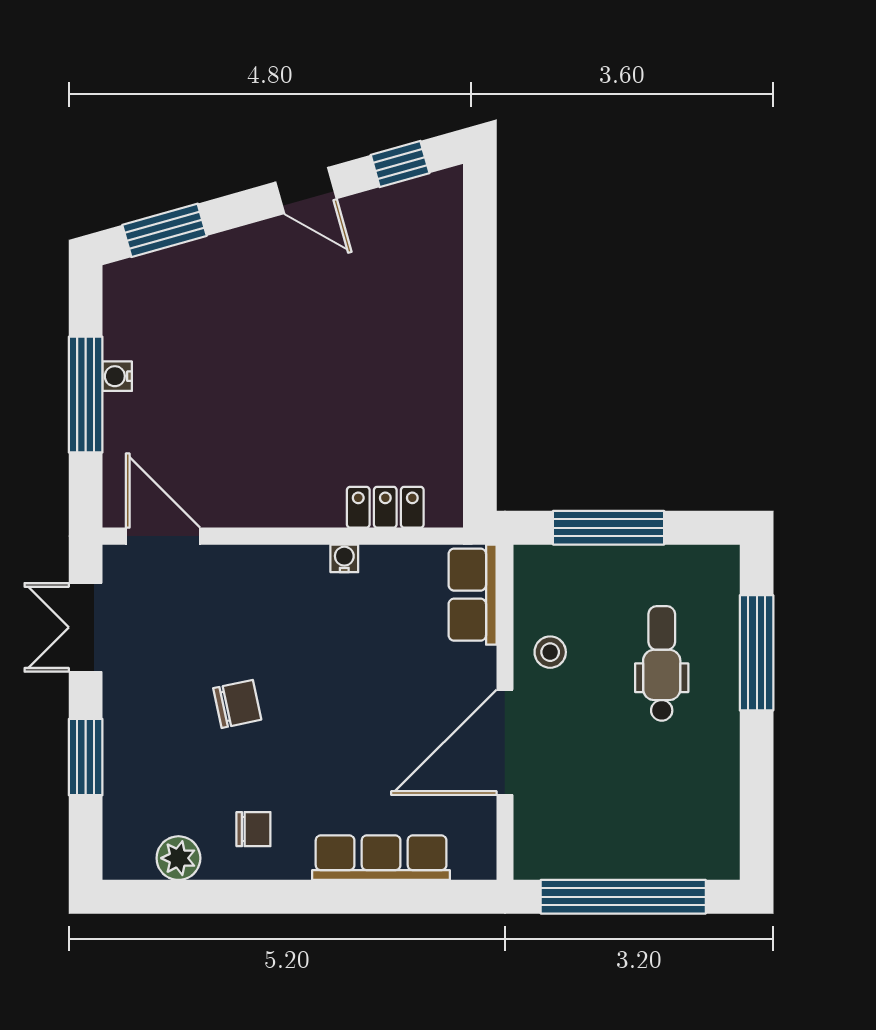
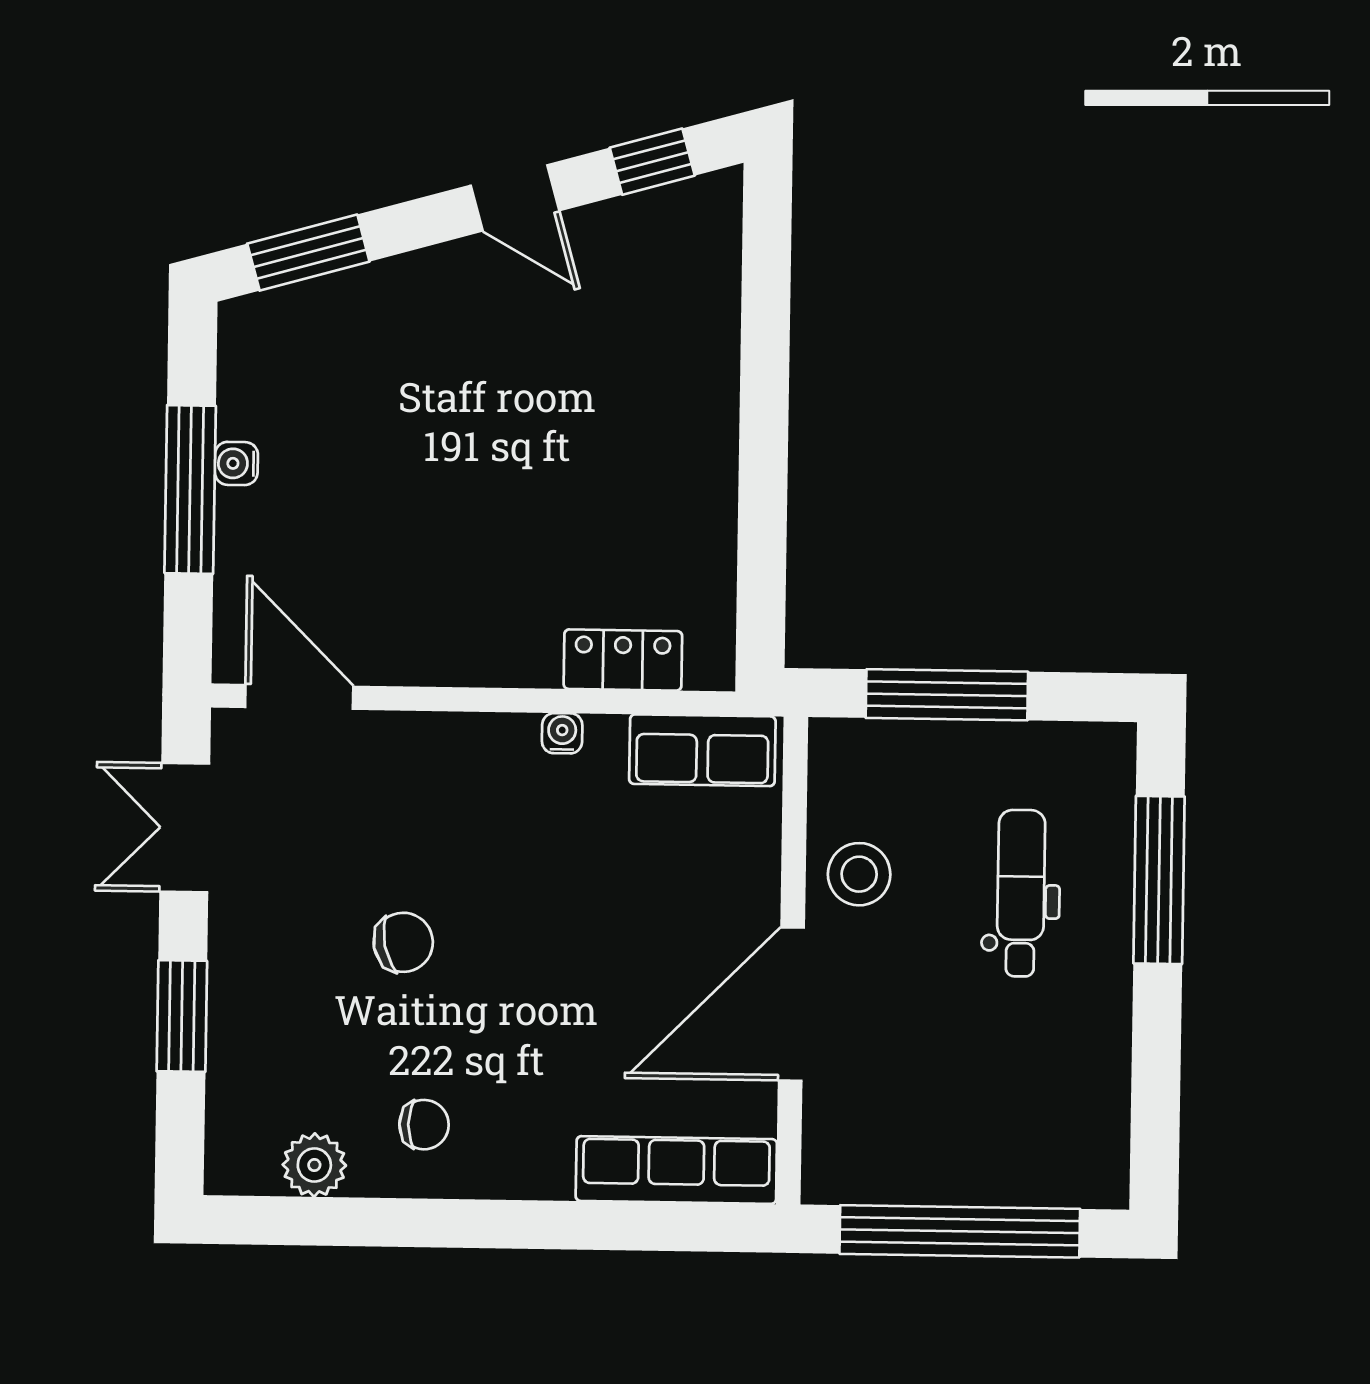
row of seats: (473, 595) -> (702, 750), moved, turned -90
stool: (550, 652) -> (859, 874), width x1.37, depth x1.37
row of seats: (381, 858) -> (676, 1170), moved

